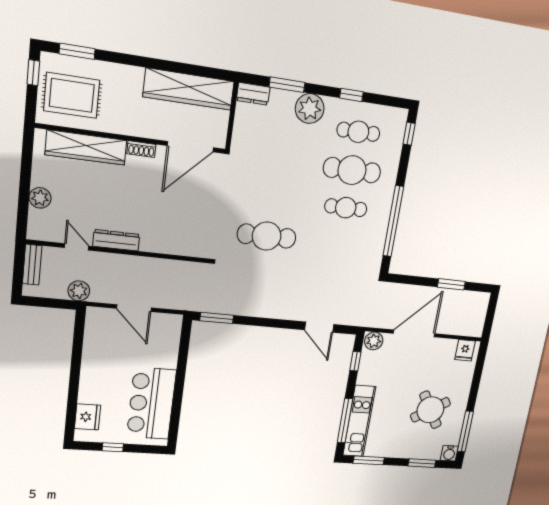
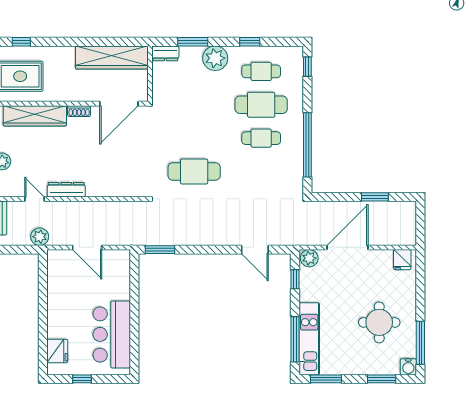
window: (77, 51) -> (21, 42), width x0.67
round table: (430, 410) -> (379, 322), turned 31

